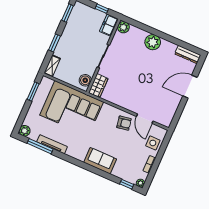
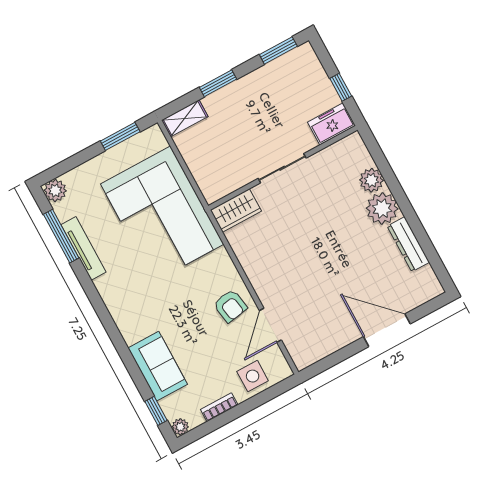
plant: (123, 27) -> (371, 180), moved
dresser: (188, 54) -> (408, 244), moved
boiler: (85, 80) -> (221, 185), removed
sofa: (100, 161) -> (158, 366), moved

